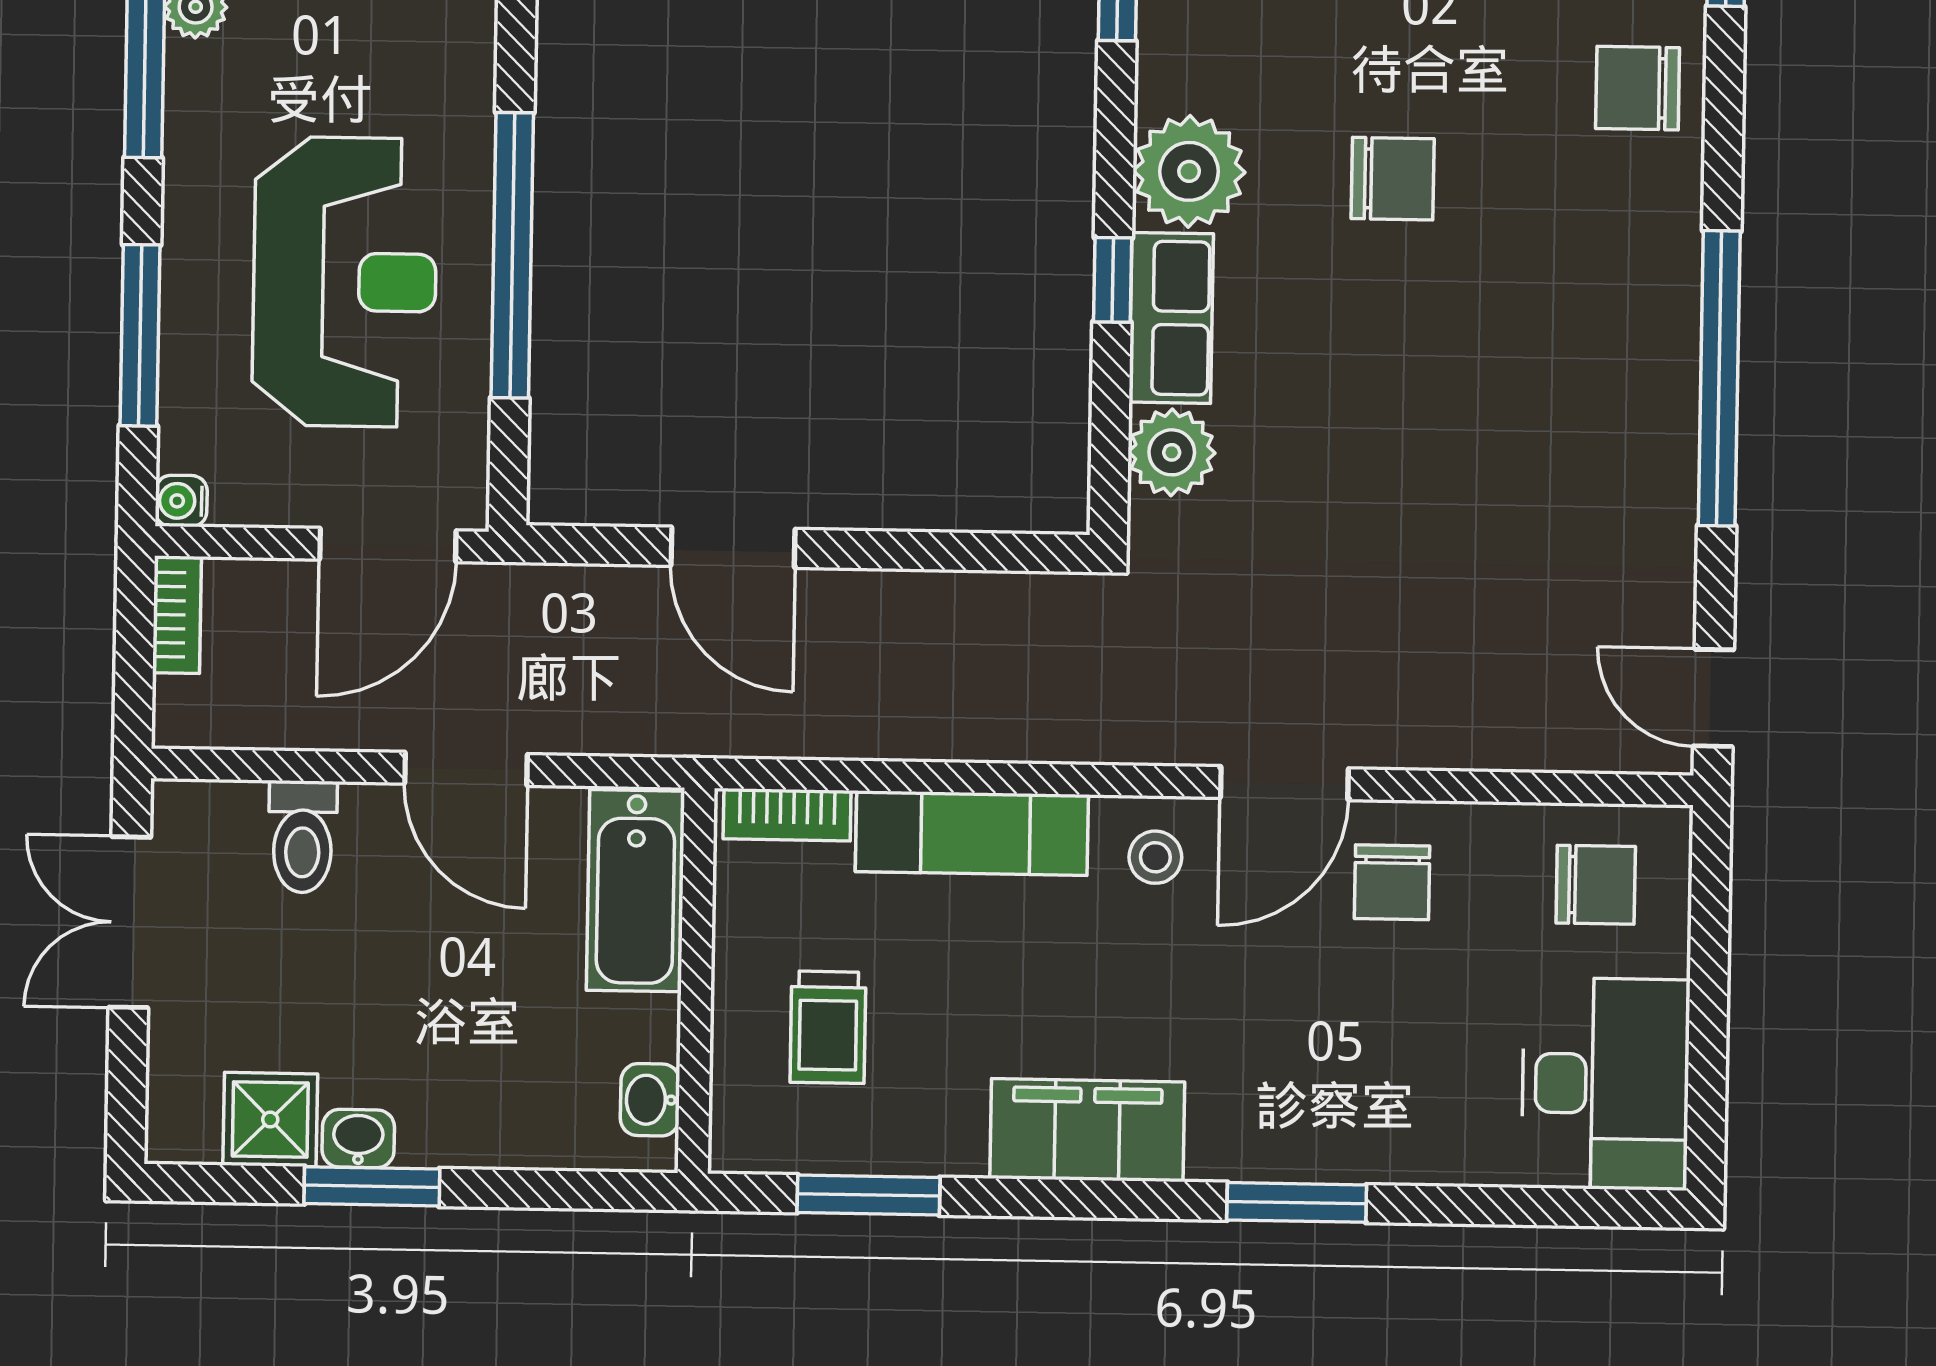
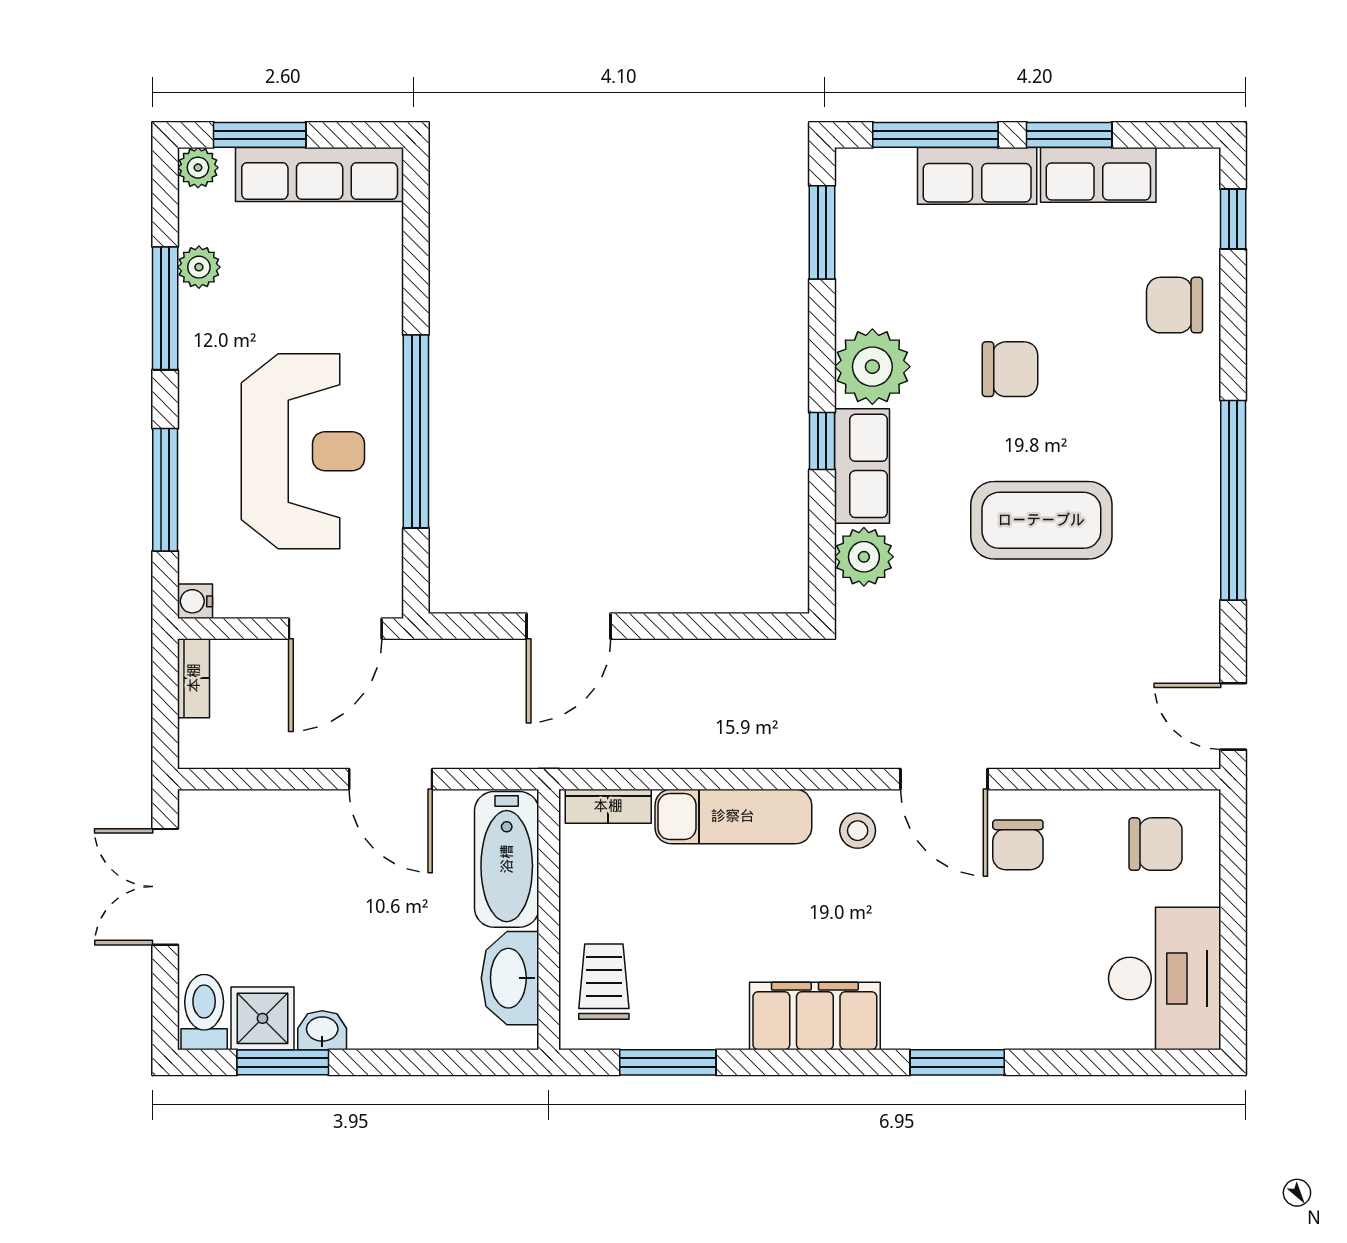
coffee table: (1435, 403) -> (1041, 520), added
door: (733, 547) -> (569, 626), hinge flipped
door: (1284, 783) -> (944, 779), hinge flipped
toilet: (303, 837) -> (204, 1012), moved, turned 180
trolley: (828, 1027) -> (604, 982), moved, turned 180
washbasin: (650, 1100) -> (510, 978), width x1.91, depth x1.45
window: (372, 1186) -> (283, 1062), moved

